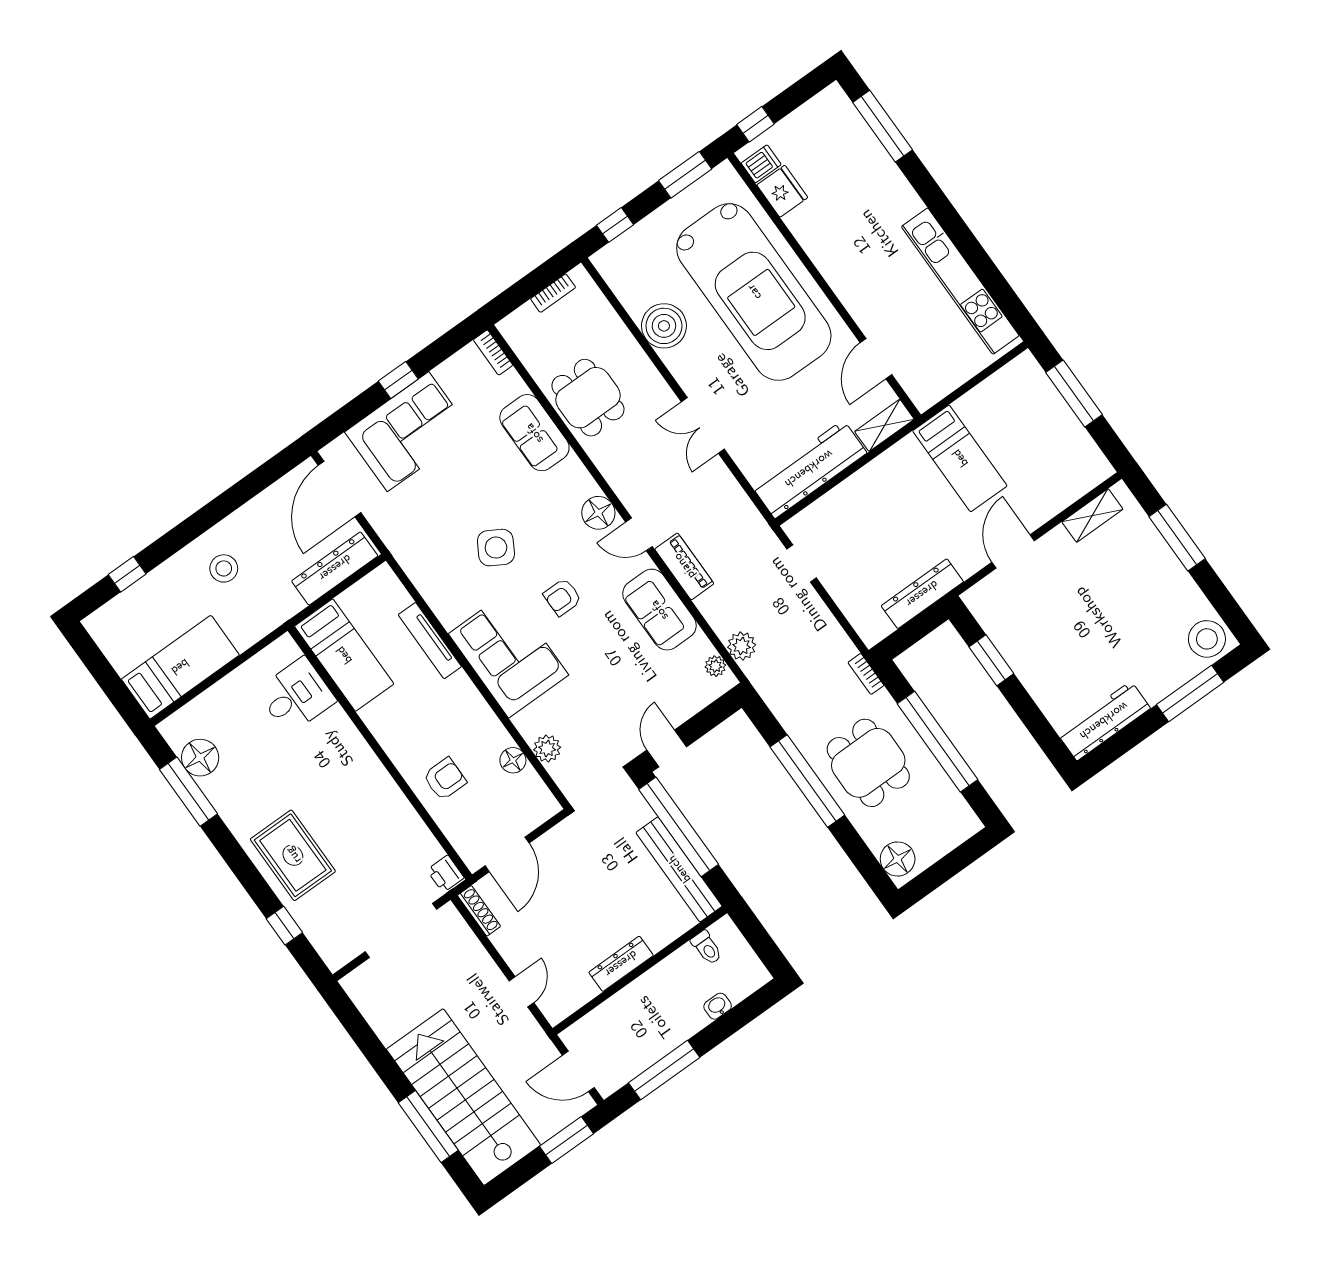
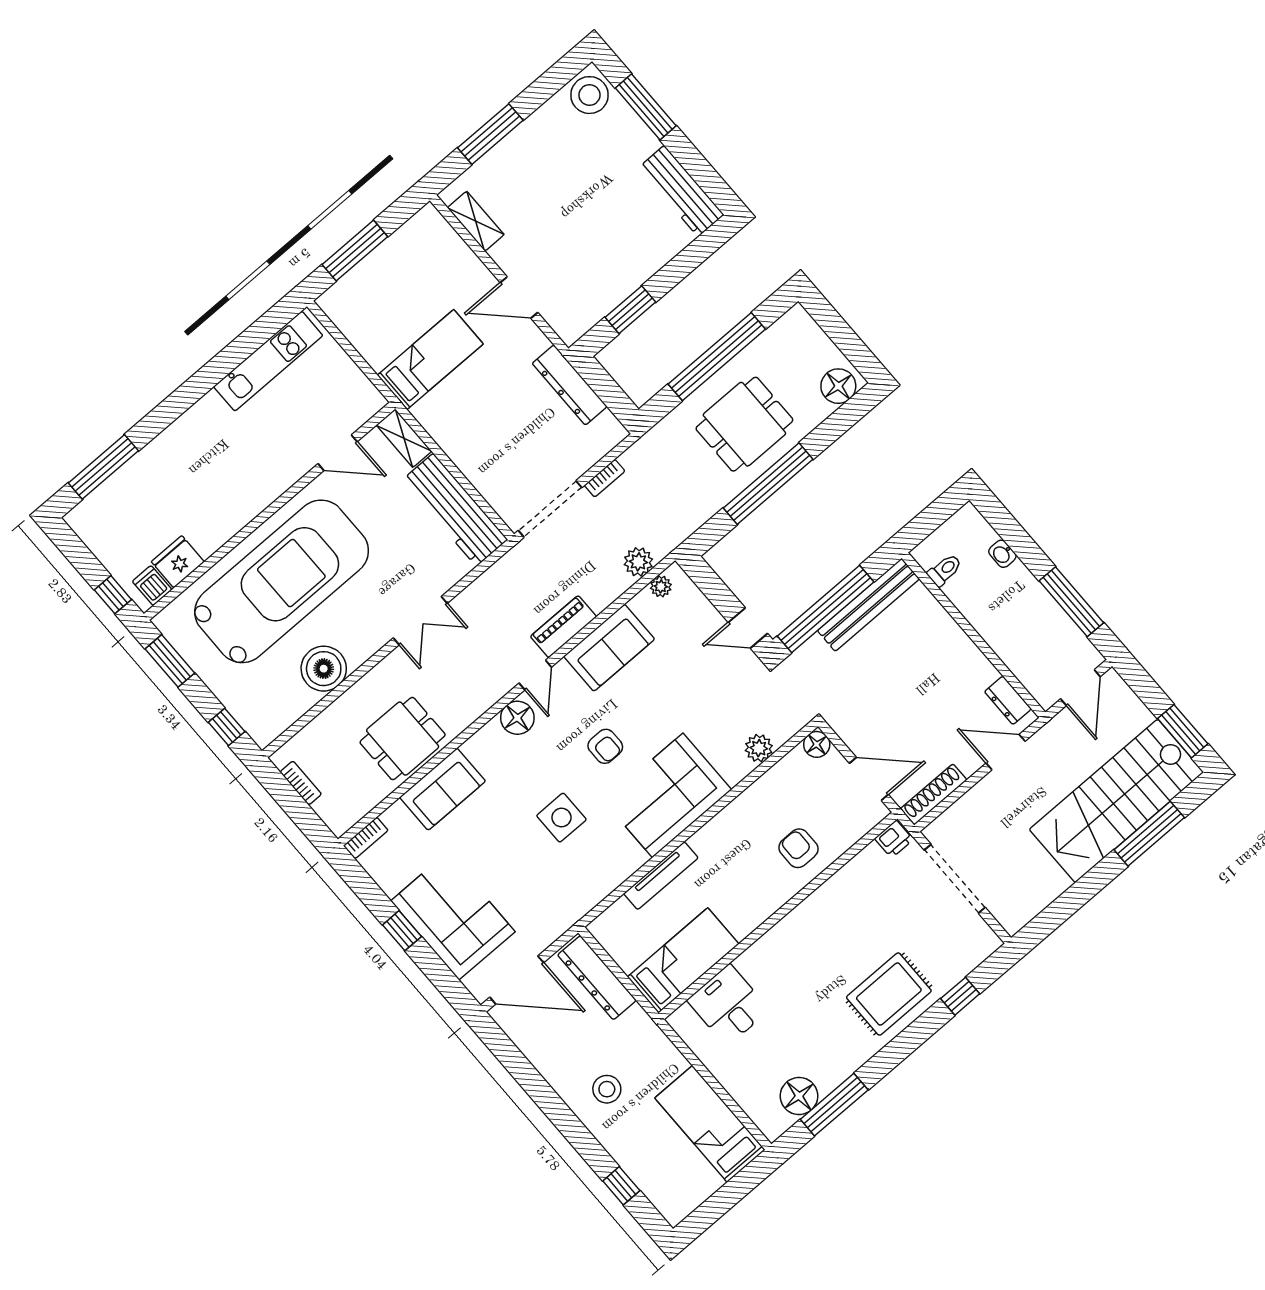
kitchen unit: (960, 281) -> (268, 361), width x0.73
side table: (496, 548) -> (561, 818), turned -30
doorway: (802, 563) -> (550, 509), width x1.88
bookcase: (866, 674) -> (605, 478), moved
floor lamp: (513, 760) -> (817, 744), moved
shoe rack: (479, 911) -> (934, 794), width x1.36, depth x1.24
dresser: (621, 964) -> (1008, 700), moved, width x0.70
door: (521, 992) -> (1006, 752), width x1.38
window: (566, 1140) -> (1183, 731), moved

